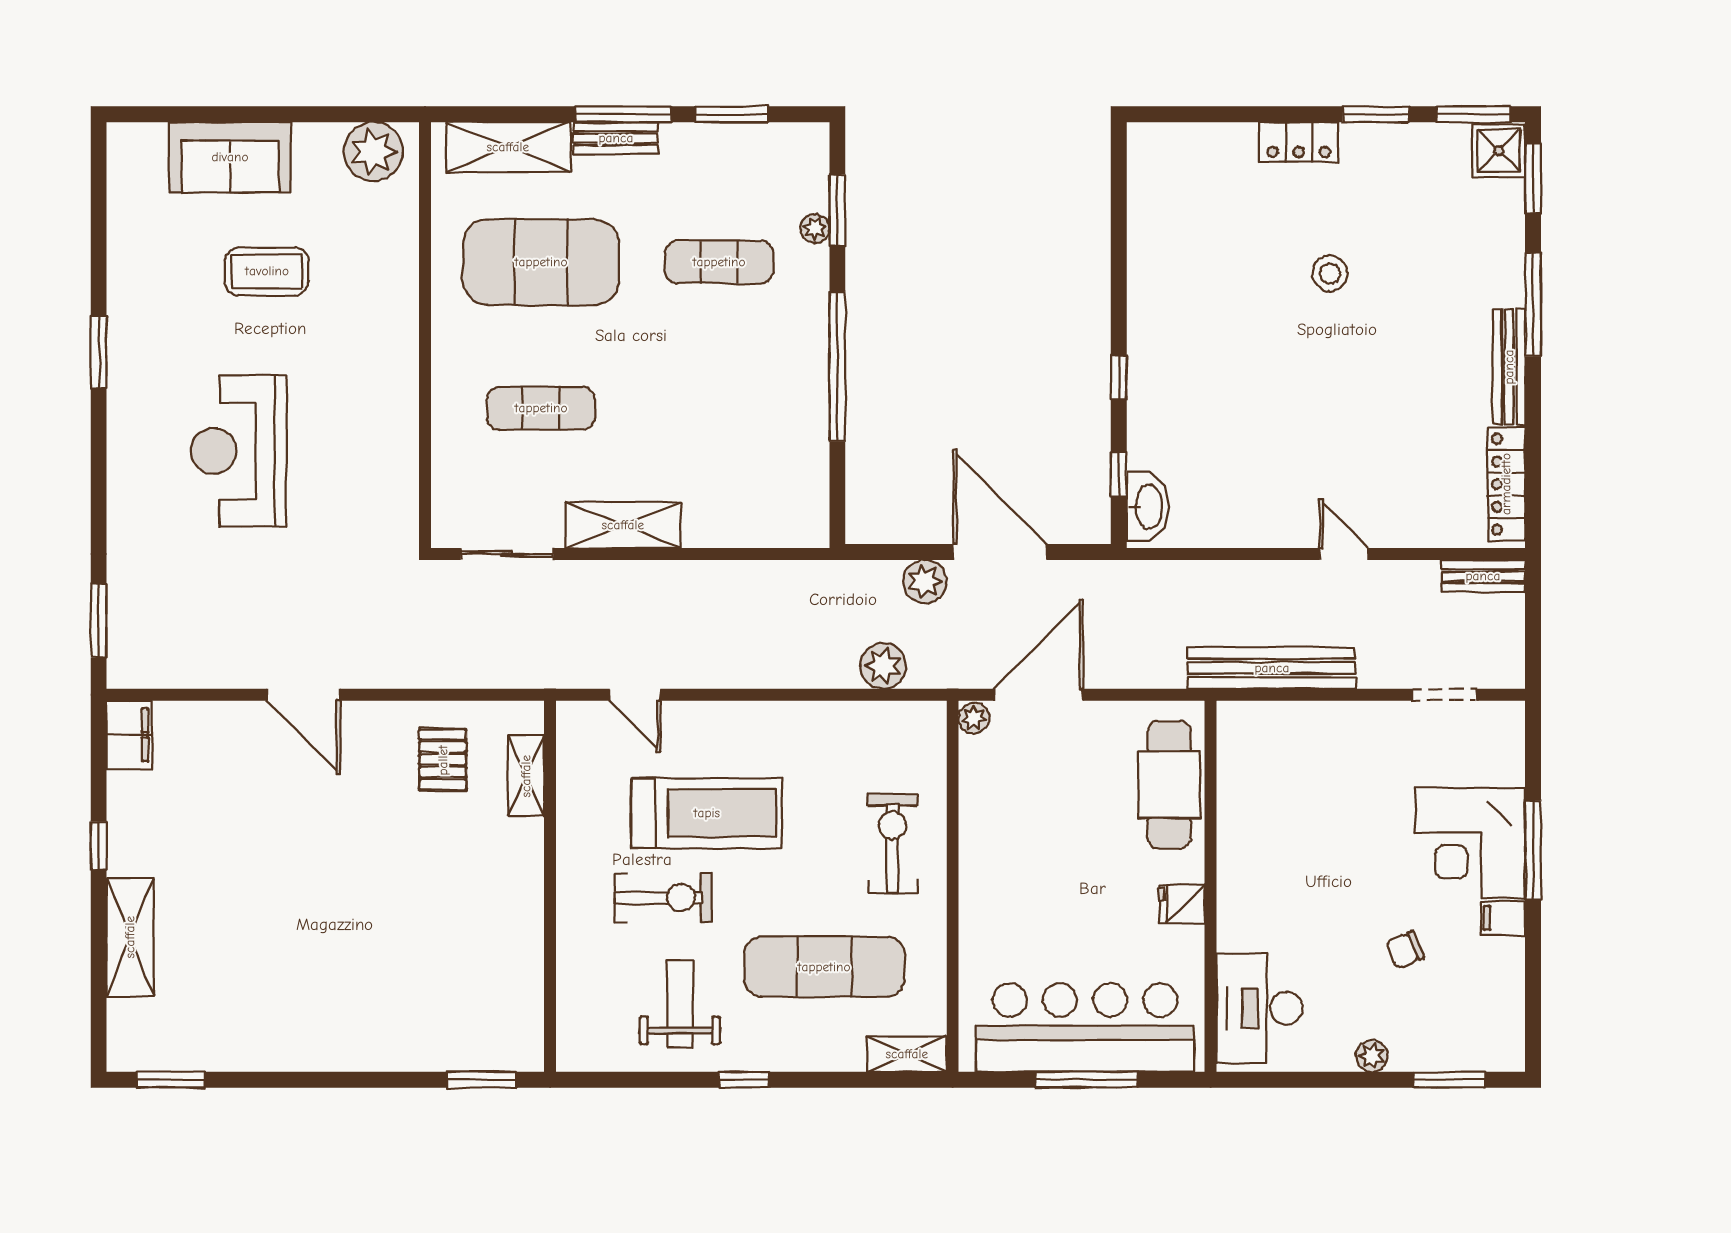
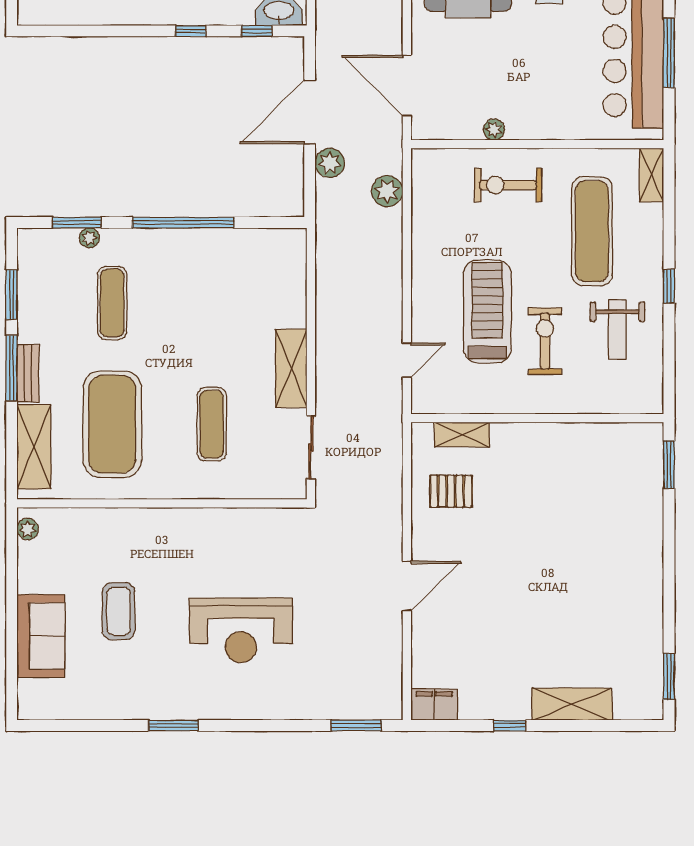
plant: (373, 152) -> (28, 529), width x0.53, depth x0.53
plant: (974, 718) -> (494, 130), moved
weight bench: (680, 1004) -> (617, 330), turned -90

